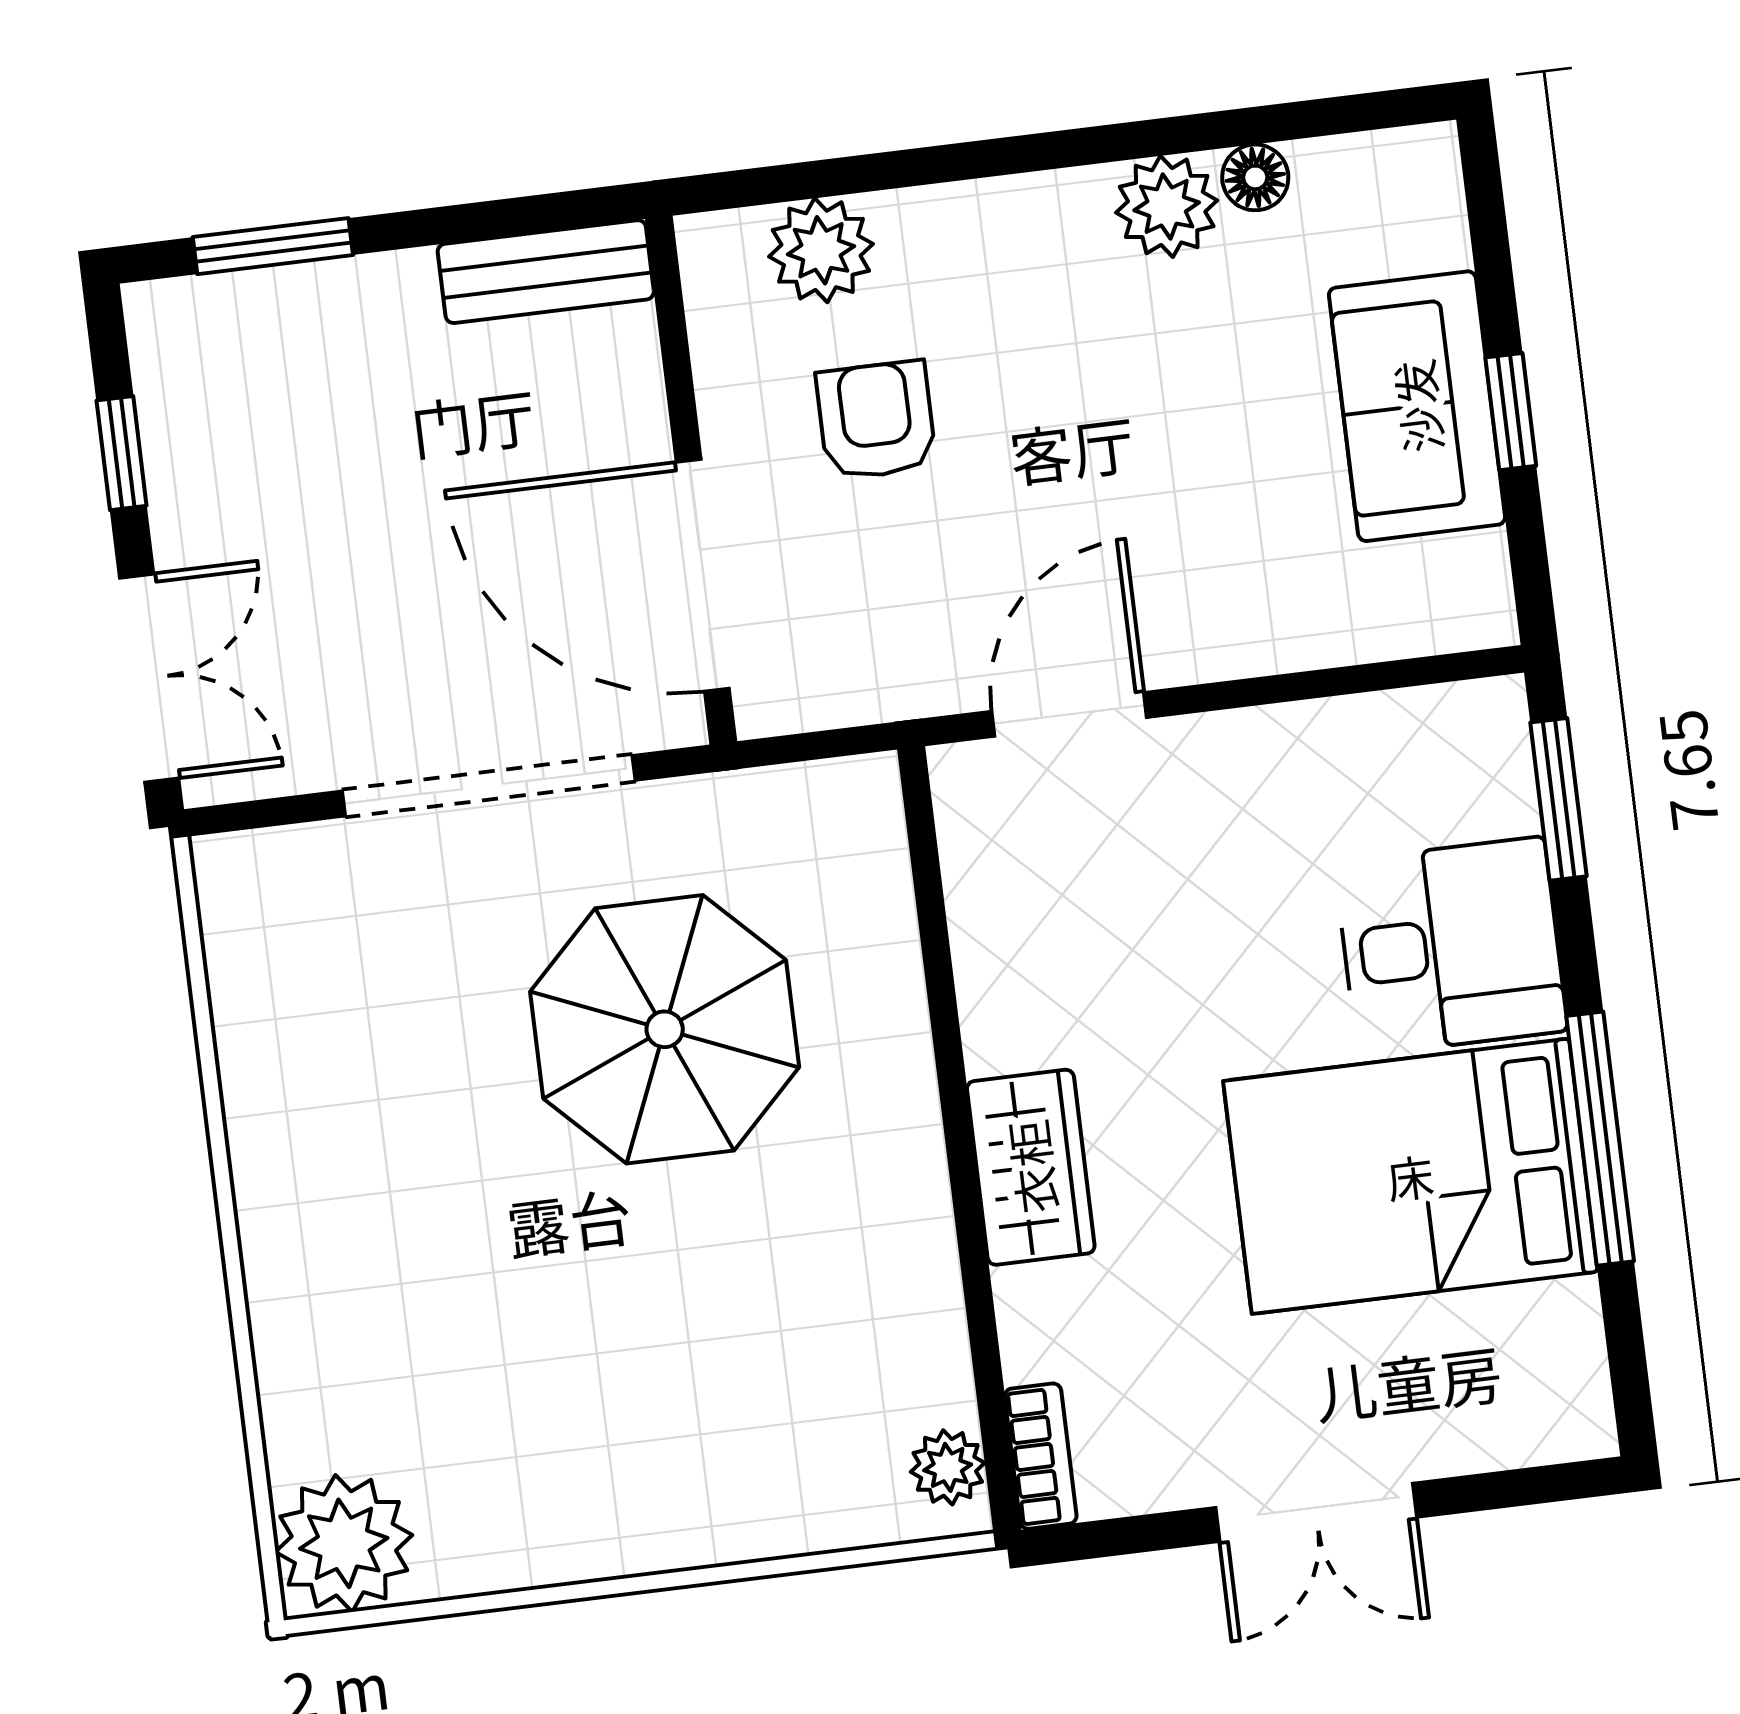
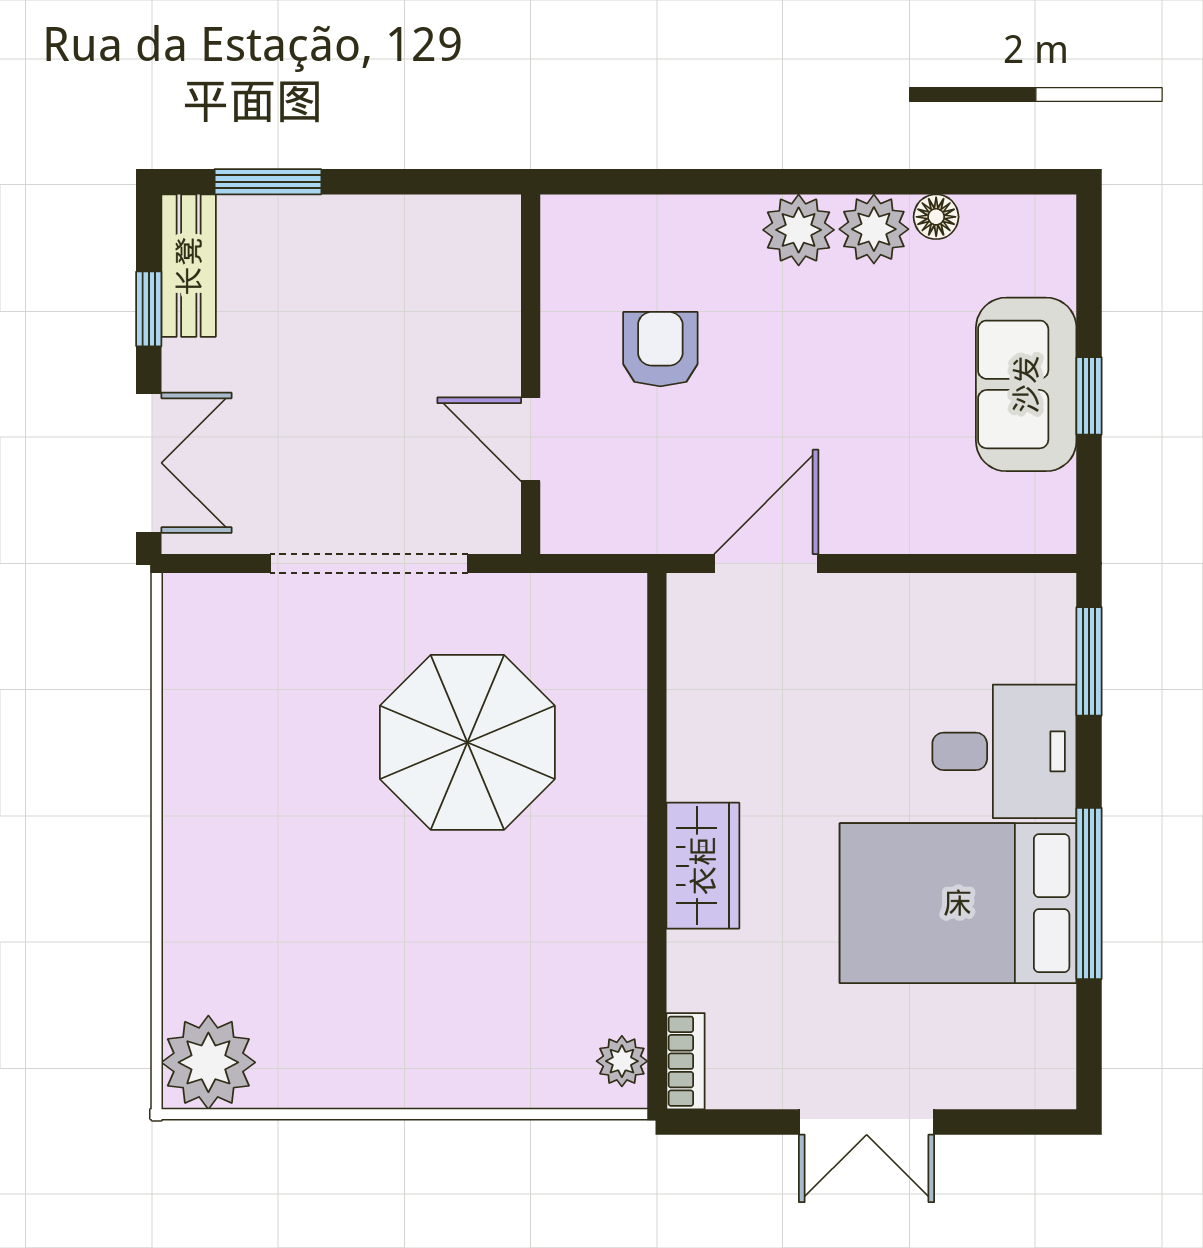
plant: (821, 250) -> (799, 230), moved
bench: (546, 272) -> (189, 266), moved, turned 90
door: (703, 575) -> (531, 439), width x0.53

